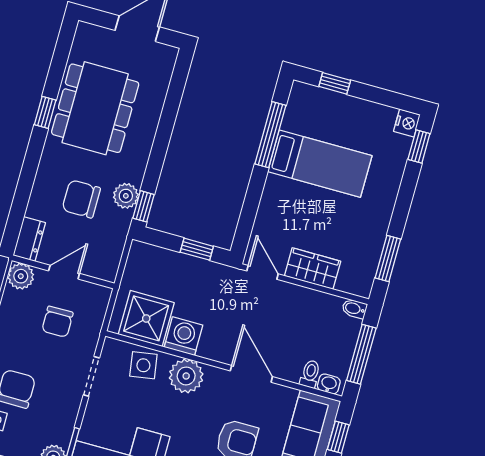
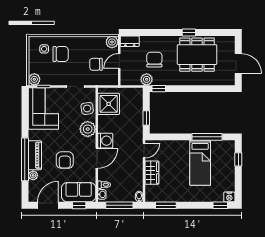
plant: (126, 196) -> (147, 79), moved
door: (64, 272) -> (119, 61), swing flipped
washing machine: (183, 336) -> (105, 141), moved

